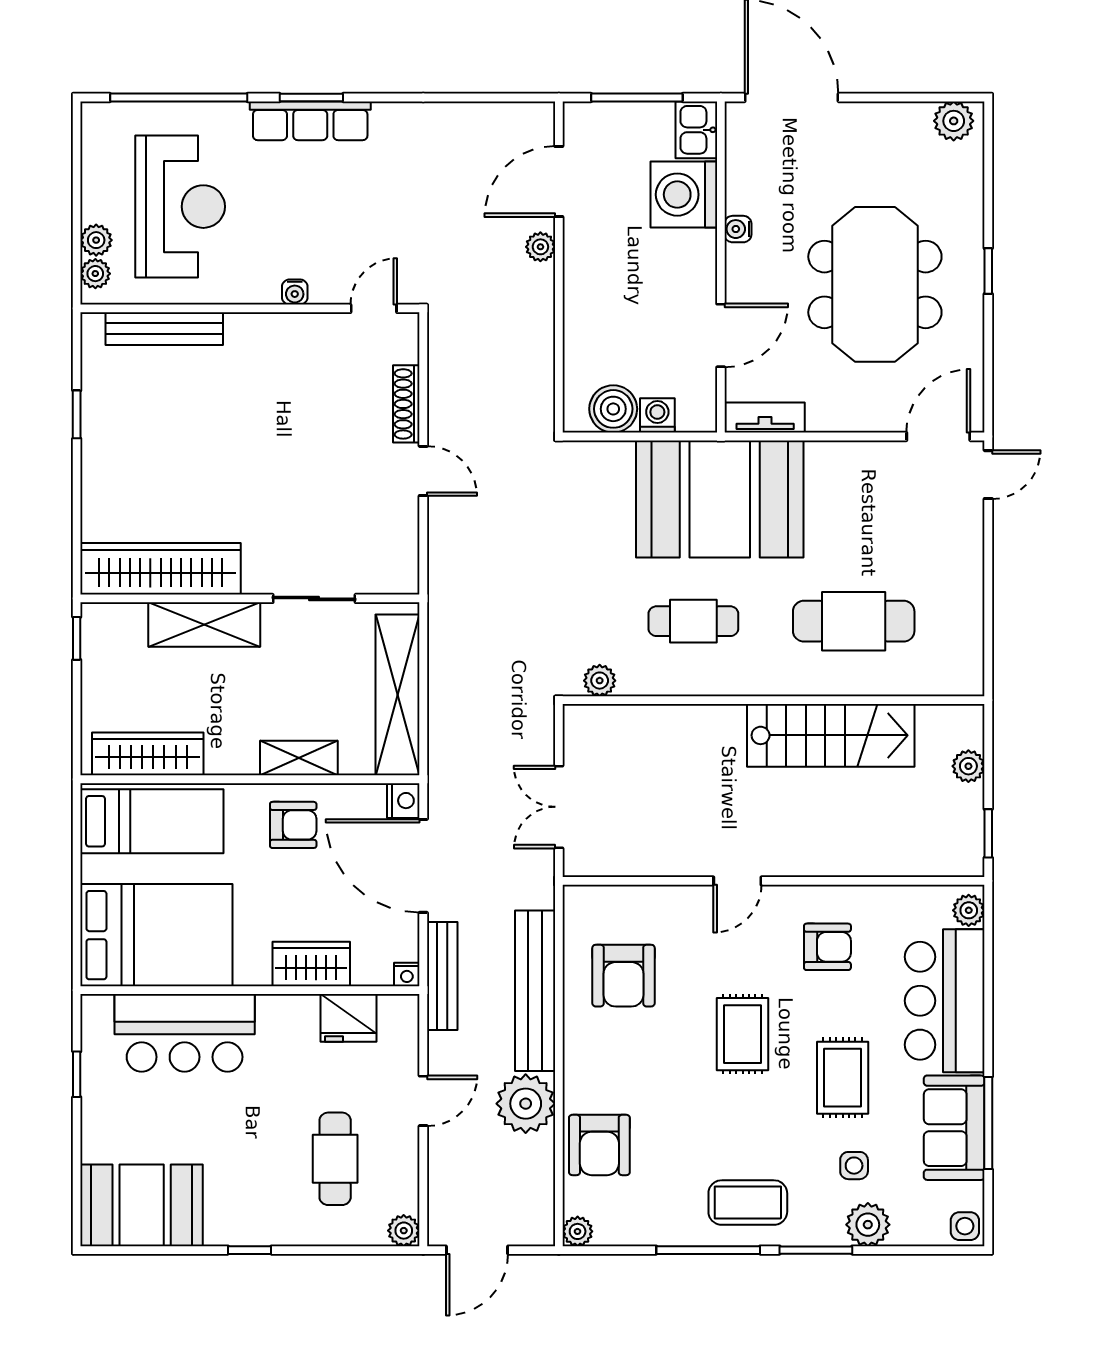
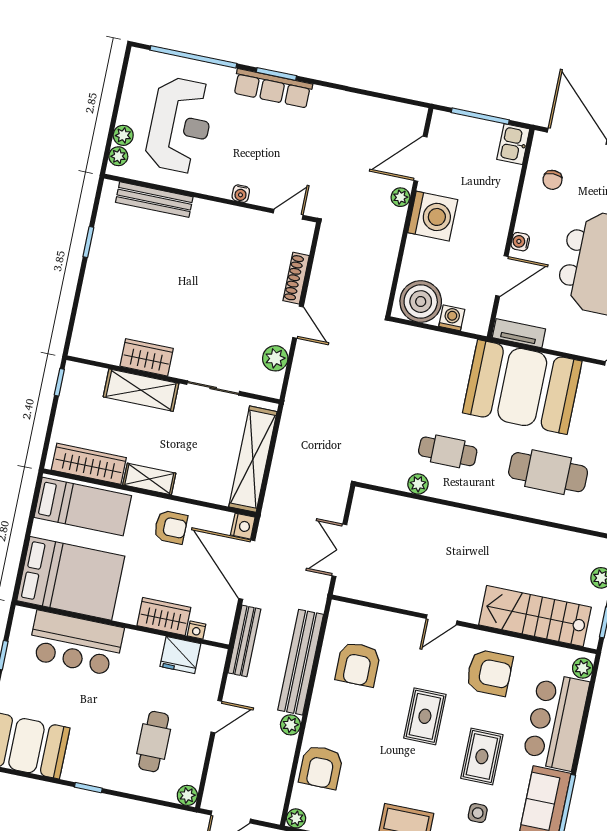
chair: (768, 172) -> (552, 180), added
washing machine: (684, 195) -> (433, 216), moved, turned 180
water cooler: (738, 229) -> (520, 242), moved
boiler: (613, 409) -> (421, 302), width x1.37, depth x1.37
booth: (720, 499) -> (522, 387), moved
plant: (400, 533) -> (275, 358), added
wardrobe: (161, 569) -> (147, 357), width x0.48, depth x0.85
plant: (600, 681) -> (418, 484), moved
stairs: (831, 735) -> (535, 616), moved, turned 180
shelving: (299, 758) -> (149, 479), moved
armchair: (827, 947) -> (489, 673), width x1.38, depth x1.38
nightstand: (407, 975) -> (197, 630), moved
plant: (526, 1104) -> (290, 725), width x0.53, depth x0.53

